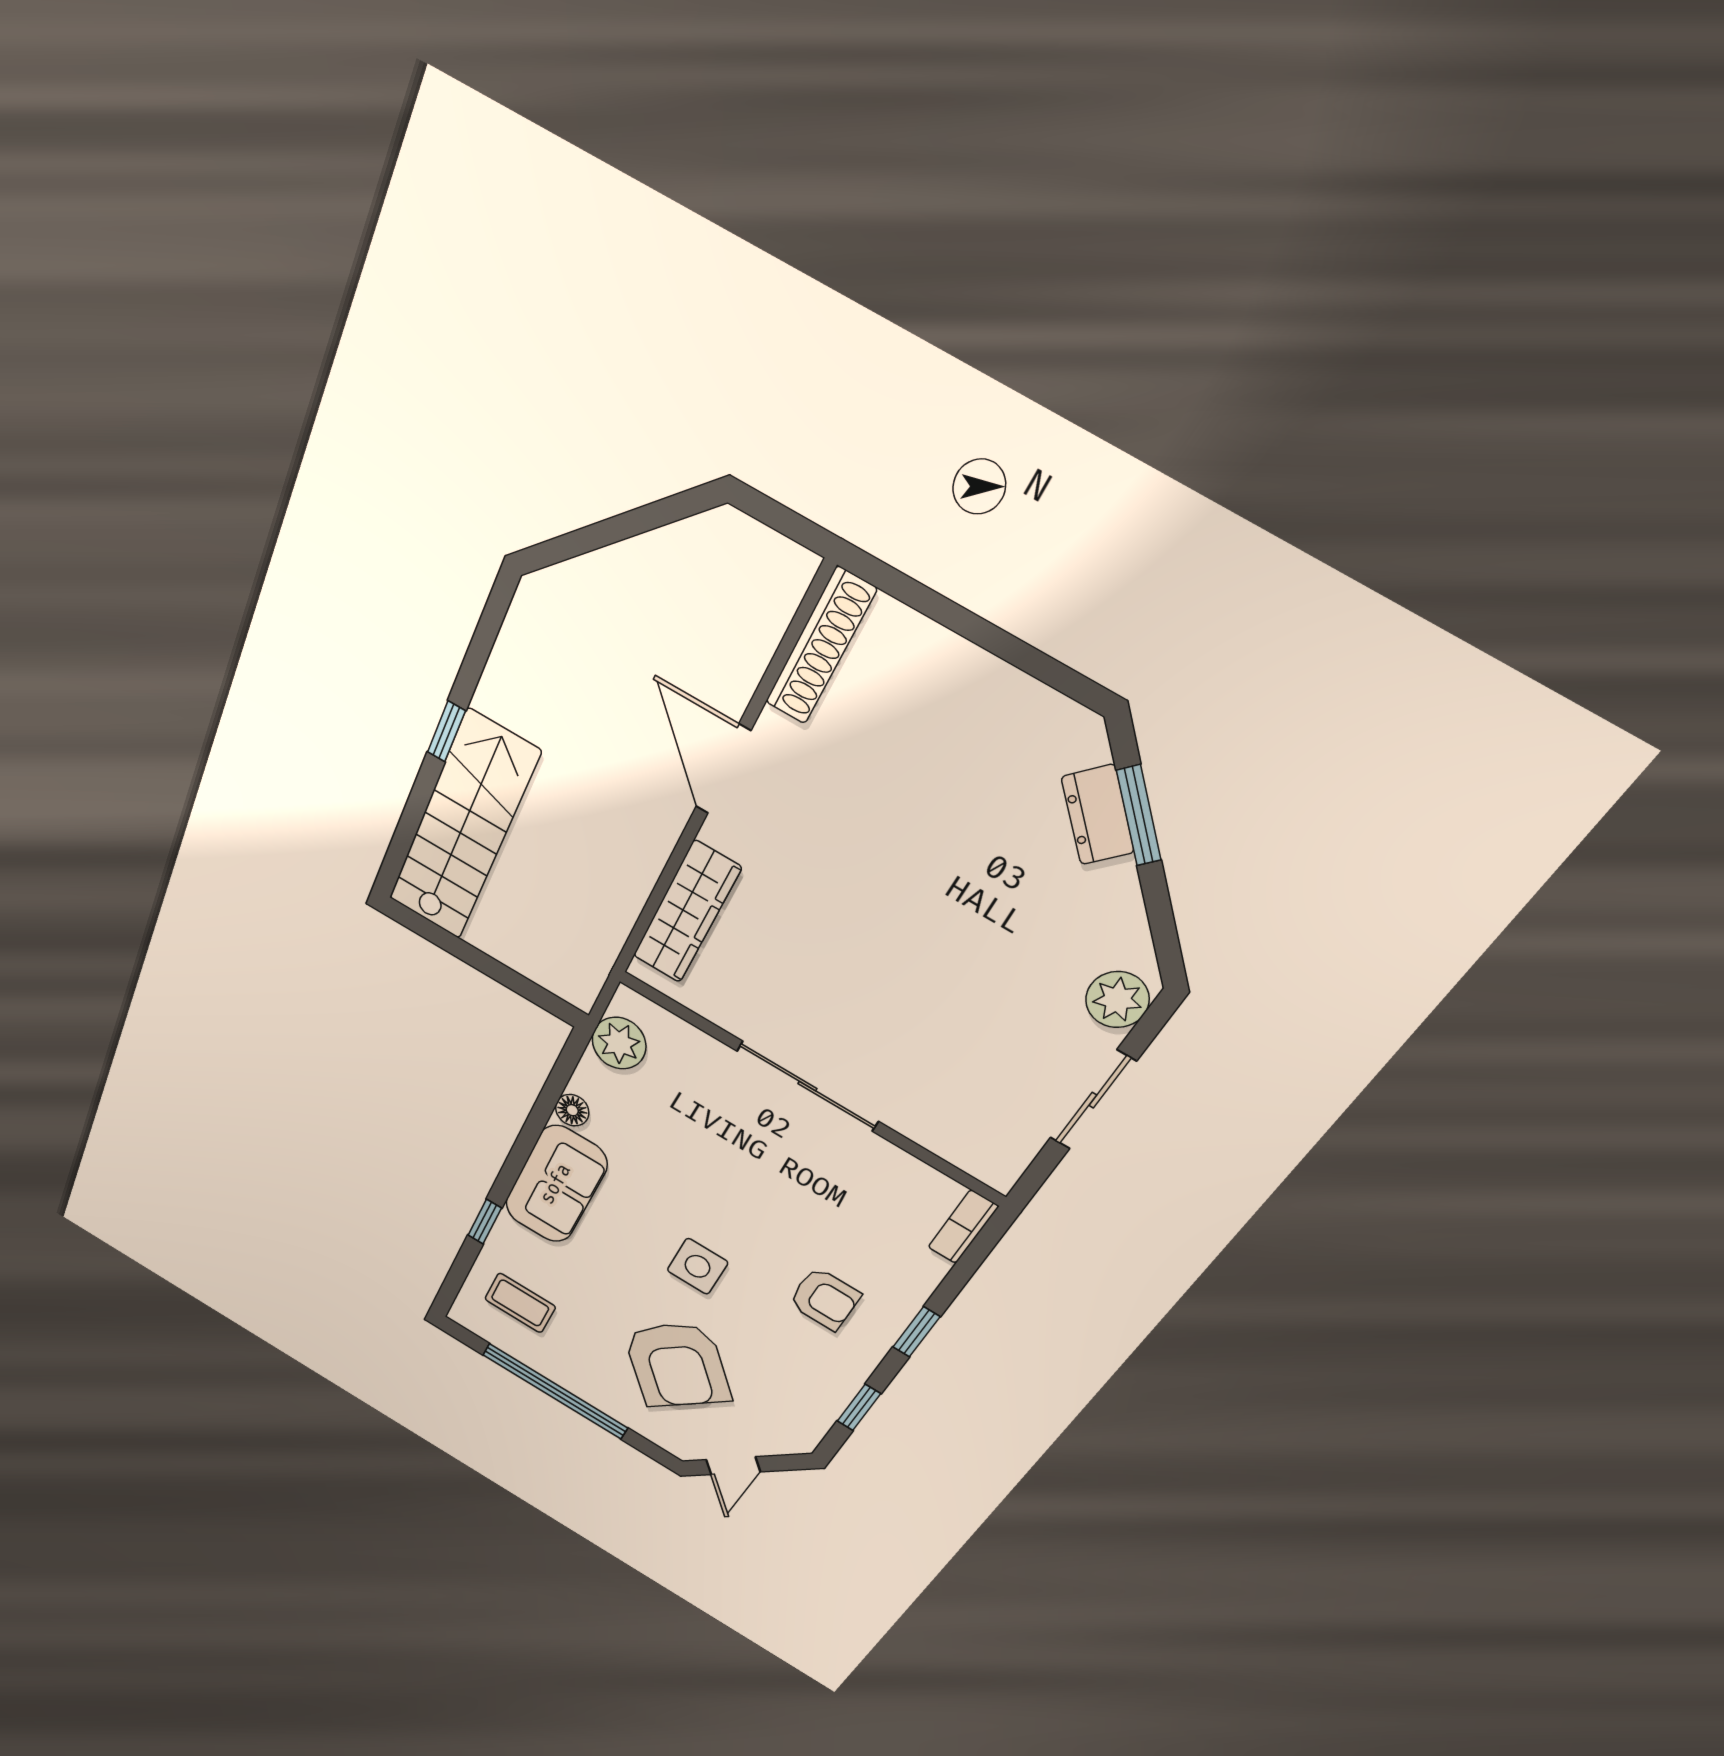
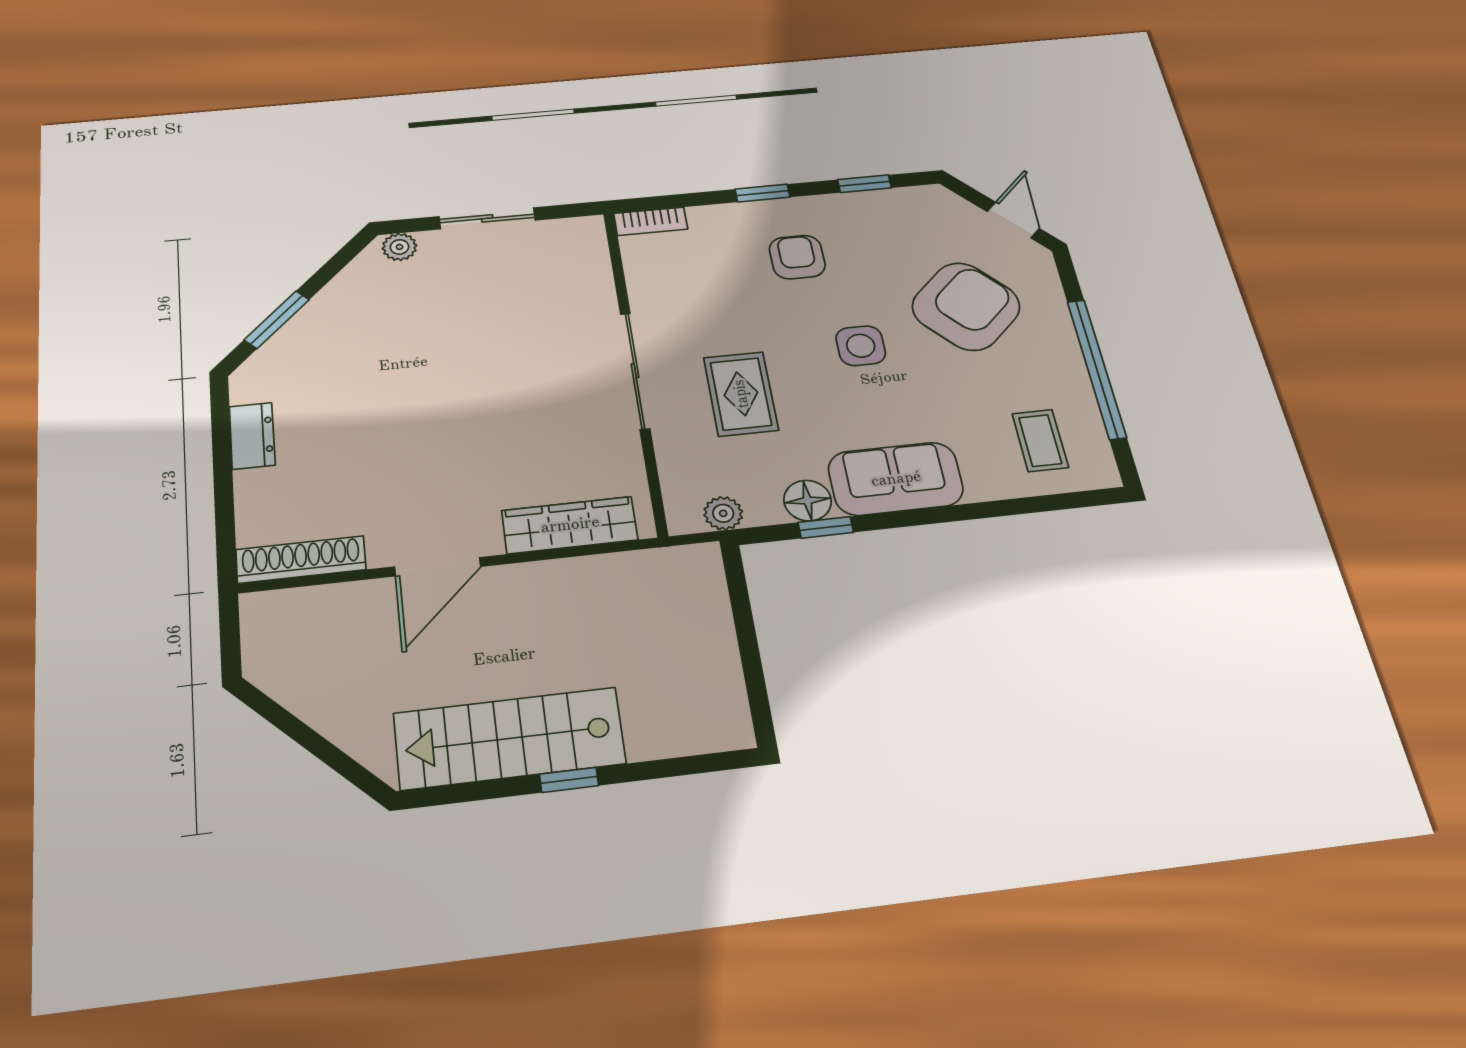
dresser: (1098, 815) -> (252, 436), moved, turned -45
stairs: (463, 827) -> (509, 738), moved
plant: (1117, 1000) -> (399, 247), width x0.73, depth x0.73
plant: (619, 1043) -> (723, 513), width x0.73, depth x0.73
floor lamp: (572, 1110) -> (808, 501), width x1.37, depth x1.37
rug: (719, 1145) -> (741, 394), added
window: (485, 1222) -> (826, 527), moved
door: (733, 1466) -> (1013, 220), hinge flipped

